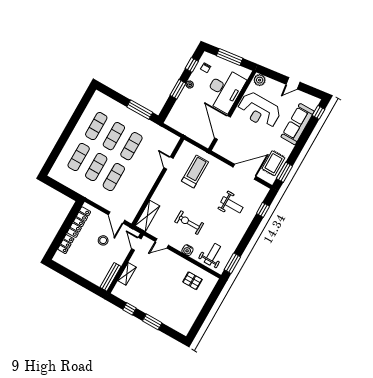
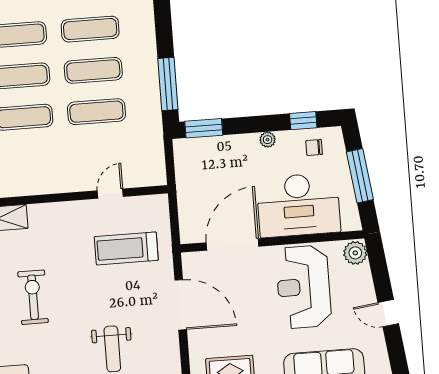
window: (178, 89) -> (204, 128), moved
treadmill: (195, 172) -> (126, 248), turned 180
door: (245, 172) -> (181, 305), moved

